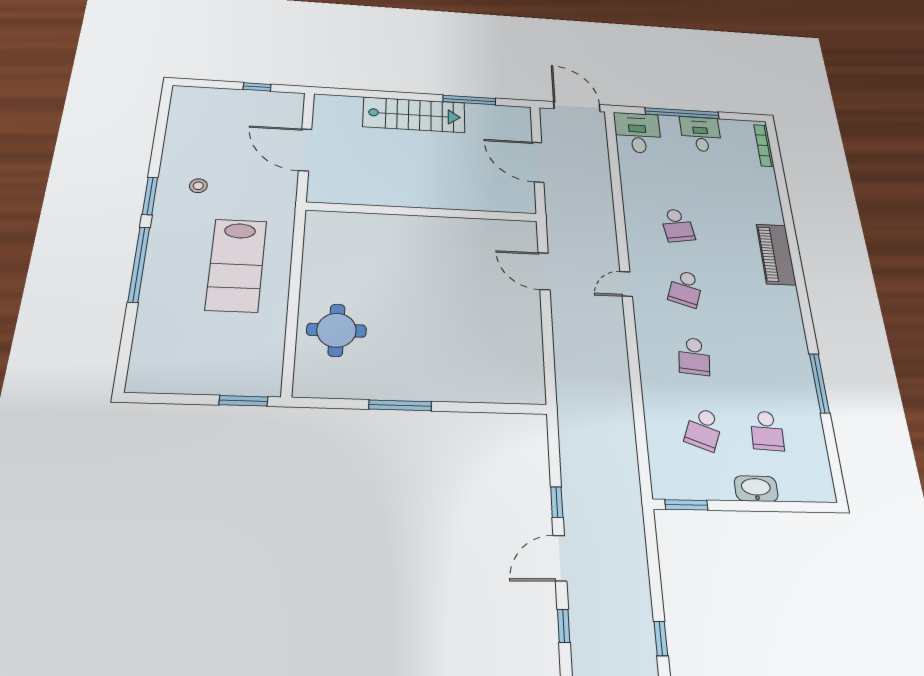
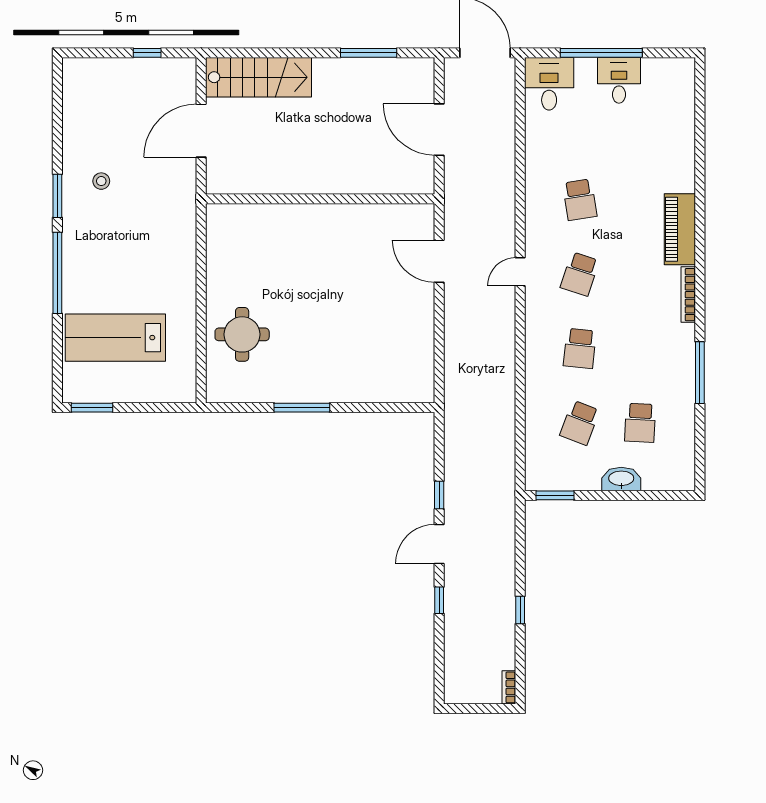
stairs: (414, 115) -> (258, 77), moved
bookcase: (764, 146) -> (688, 295), moved
door: (305, 150) -> (201, 131), hinge flipped
lab bench: (236, 265) -> (115, 338), moved, turned 90
window: (243, 401) -> (92, 408), moved

